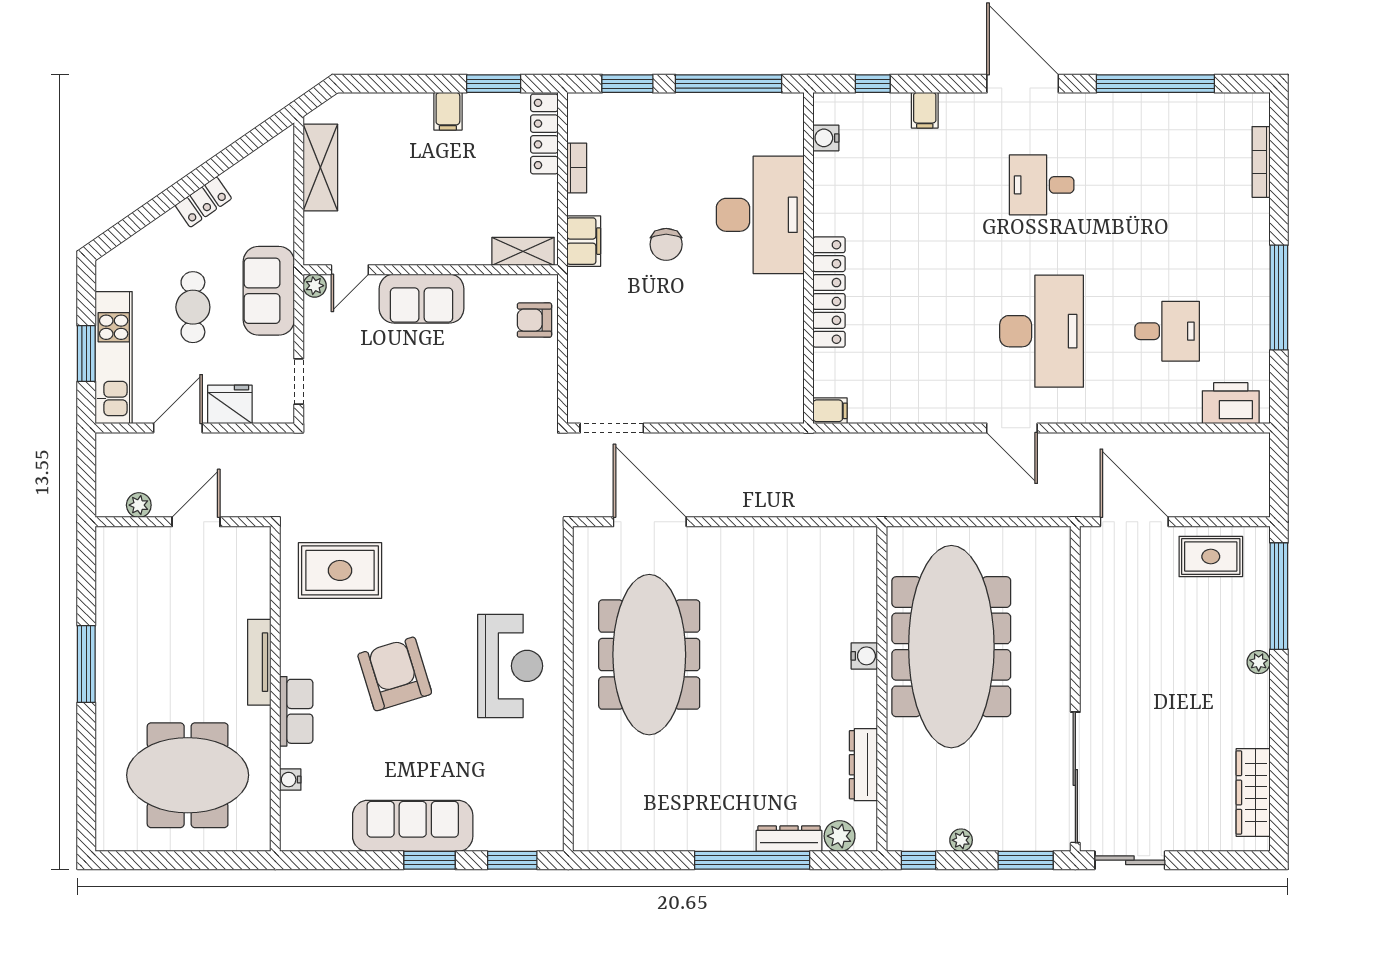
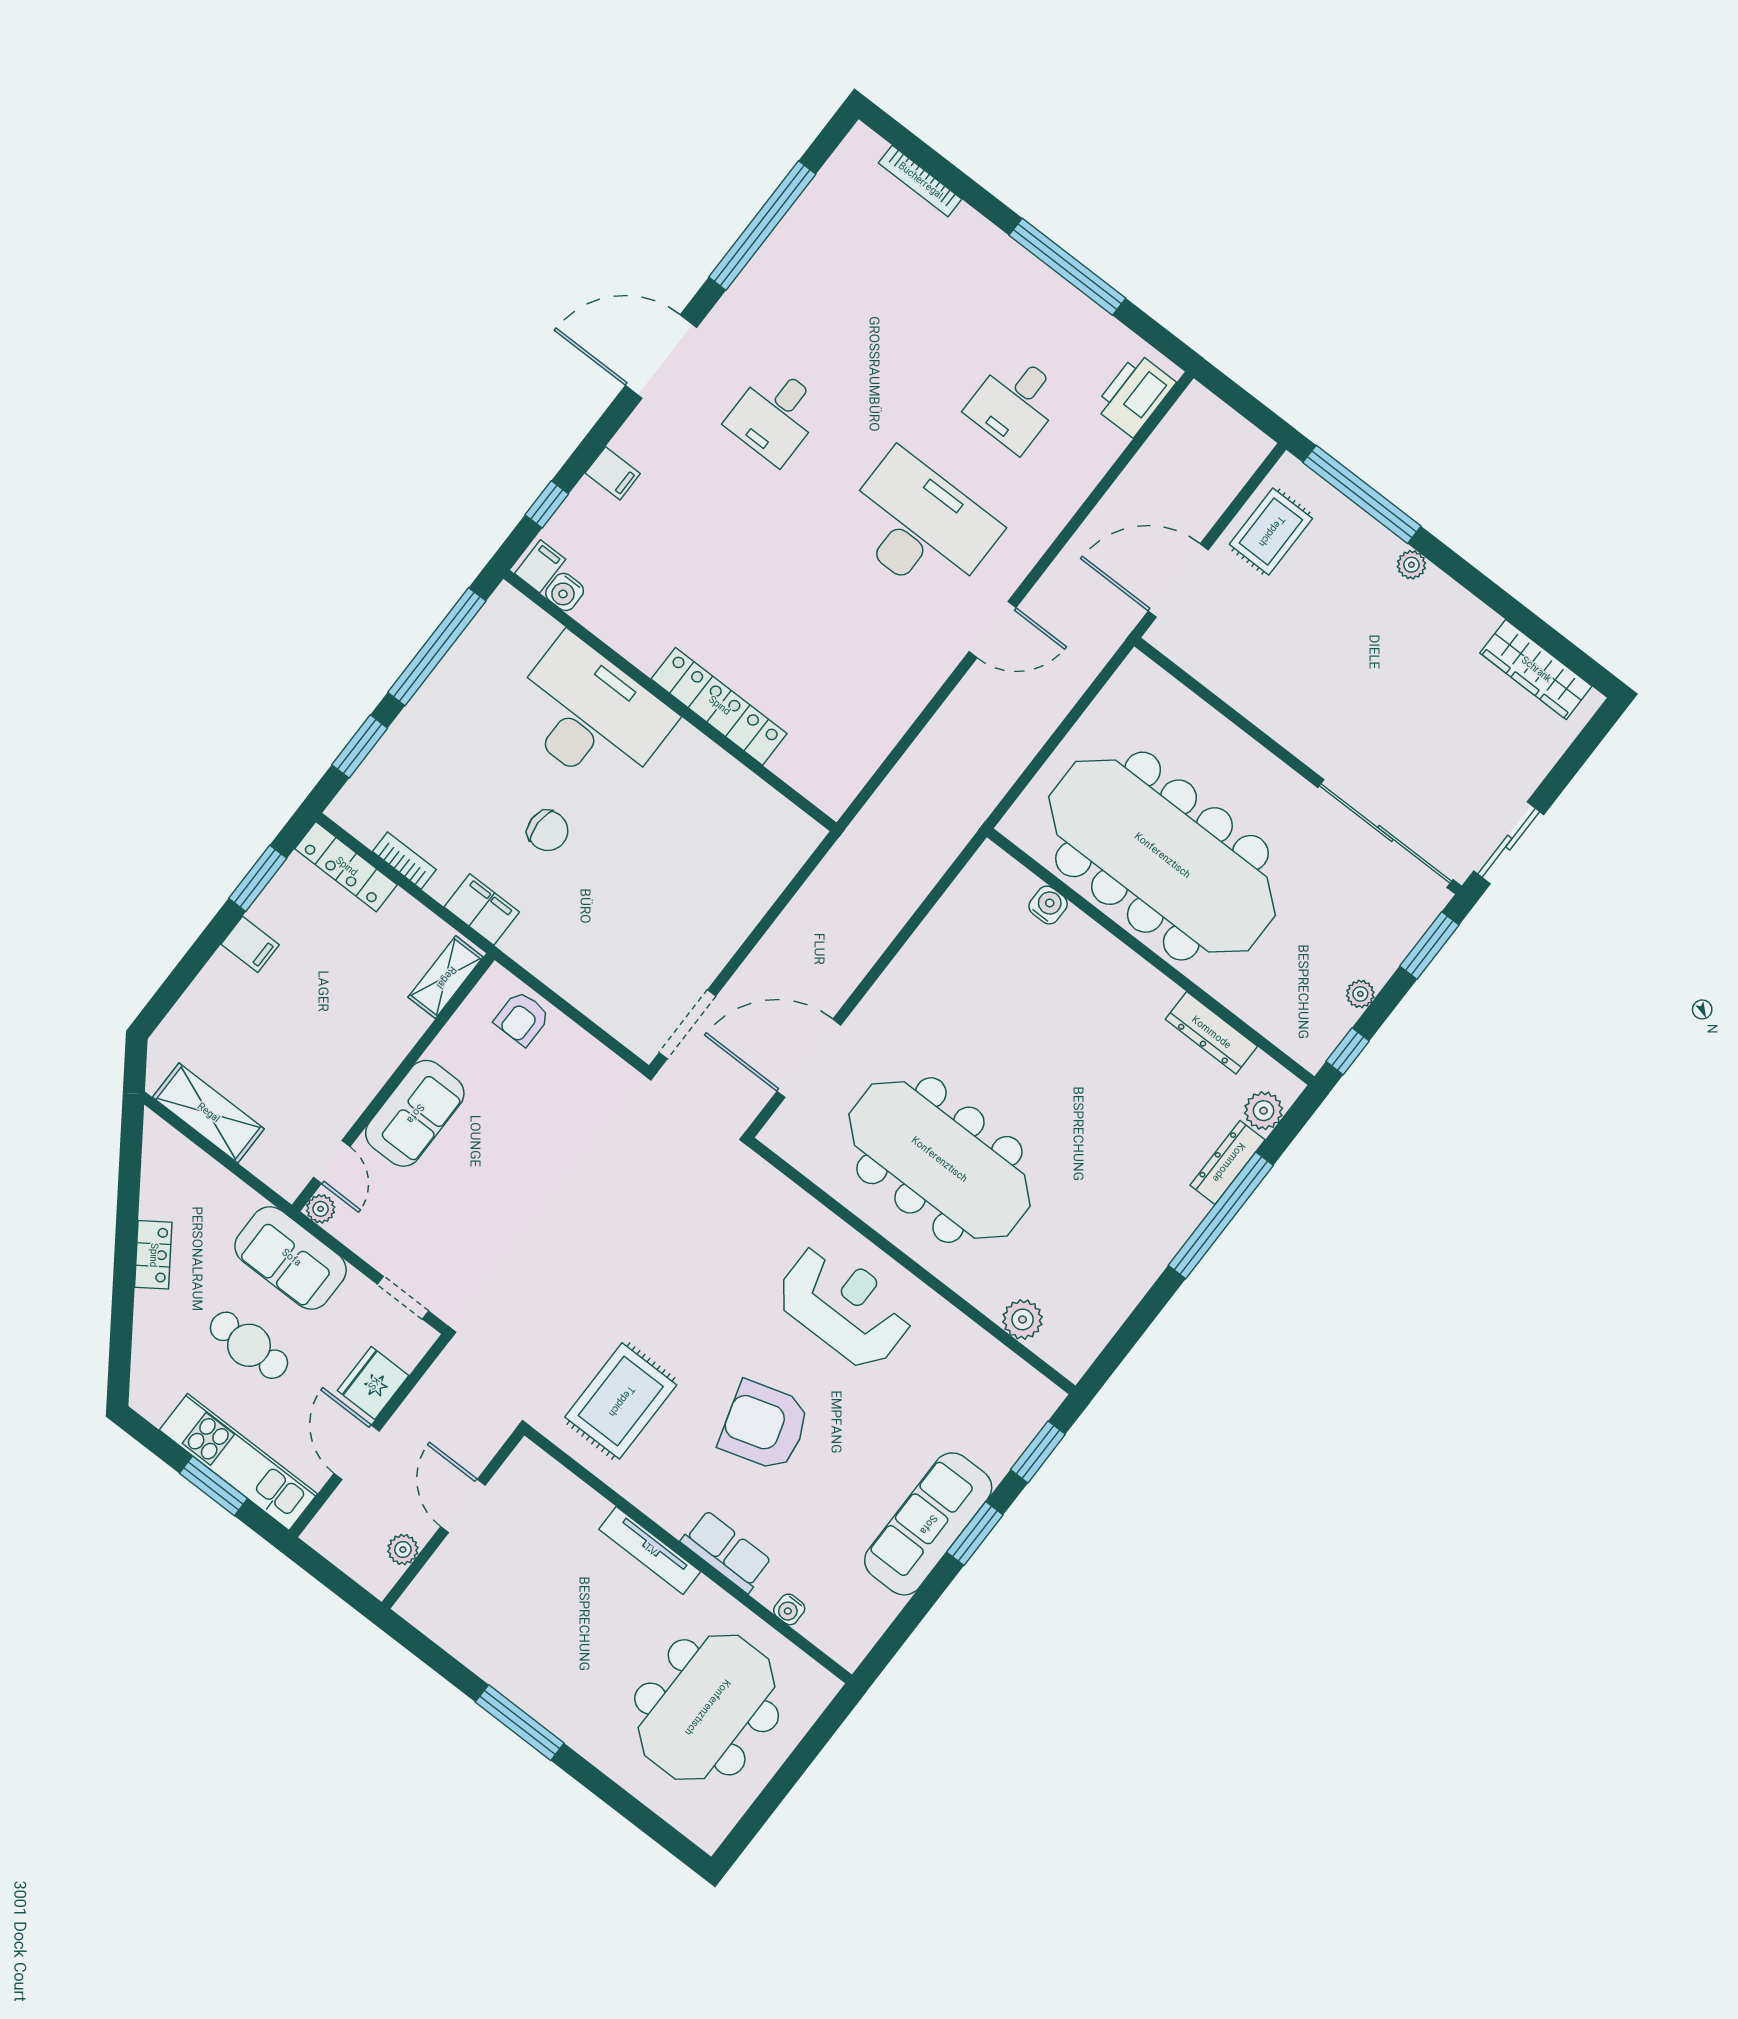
desk: (1167, 331) -> (1015, 403), turned 180
filing cabinet: (830, 411) -> (540, 566), moved
water cooler: (864, 656) -> (1048, 905), moved
plant: (589, 785) -> (1023, 1319), added

